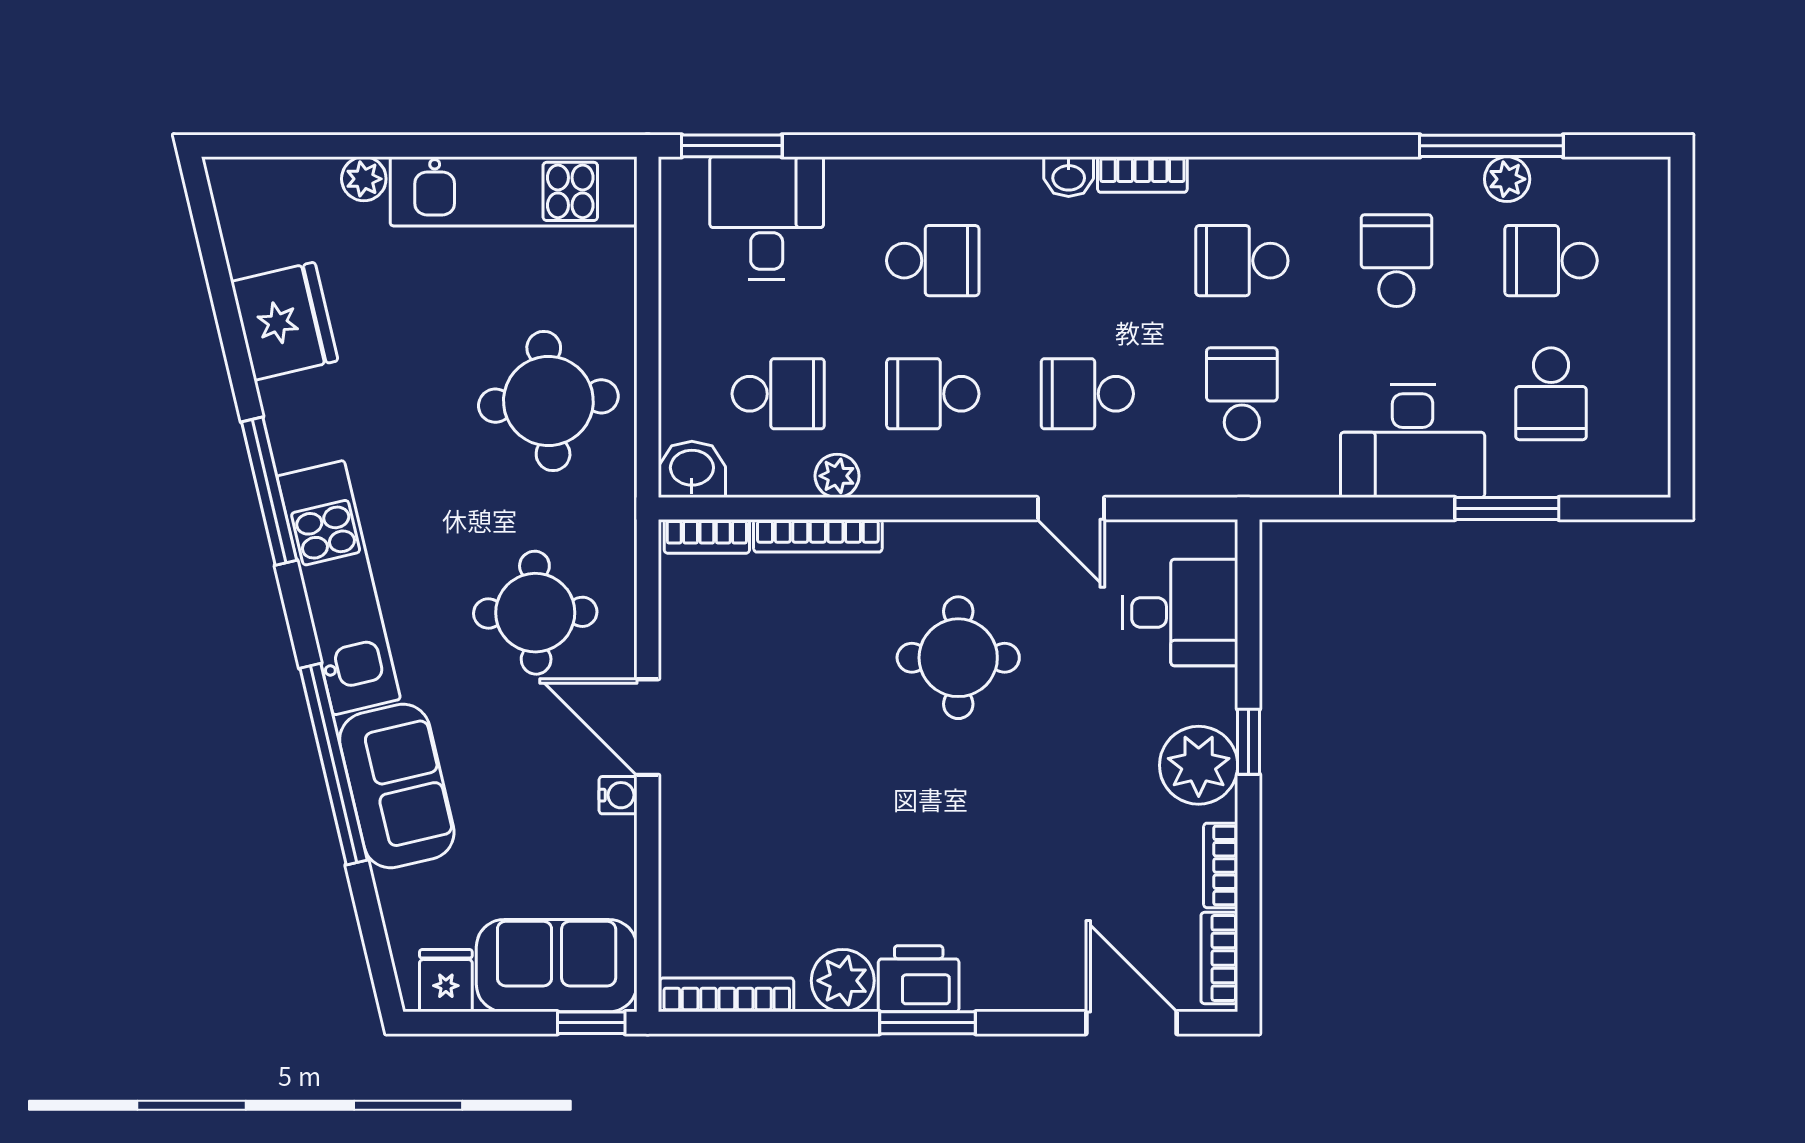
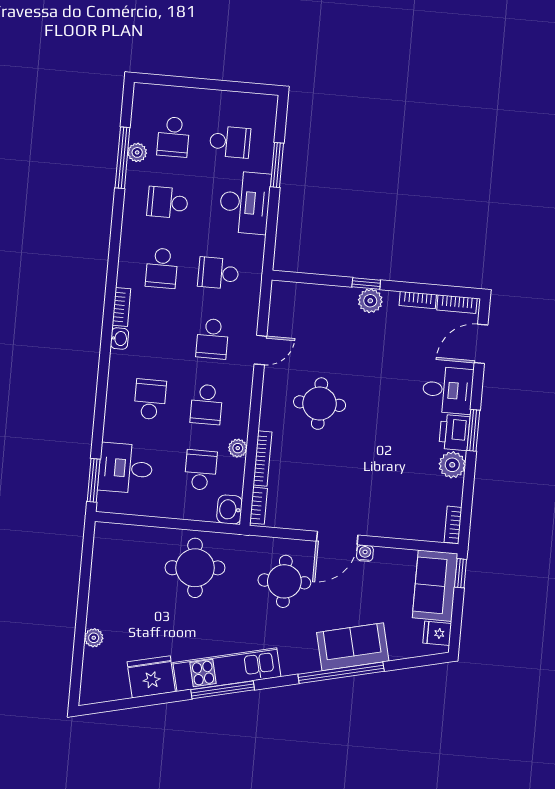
kitchen unit: (514, 191) -> (105, 575), removed
kitchen unit: (339, 588) -> (227, 670), moved
desk: (1180, 612) -> (448, 390), moved, turned 90
plant: (1199, 765) -> (370, 301), width x0.73, depth x0.73
bookcase: (727, 995) -> (453, 525), width x0.64

